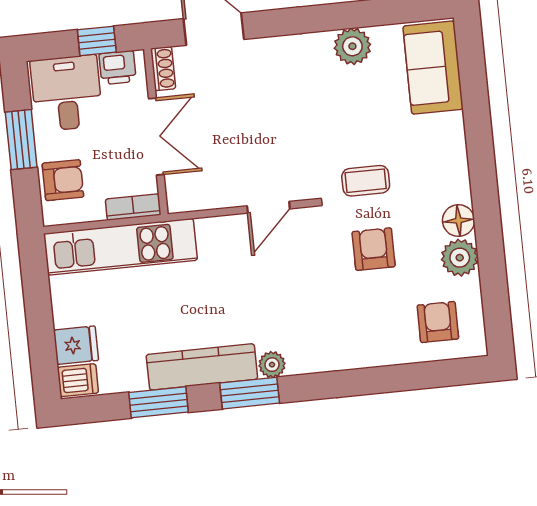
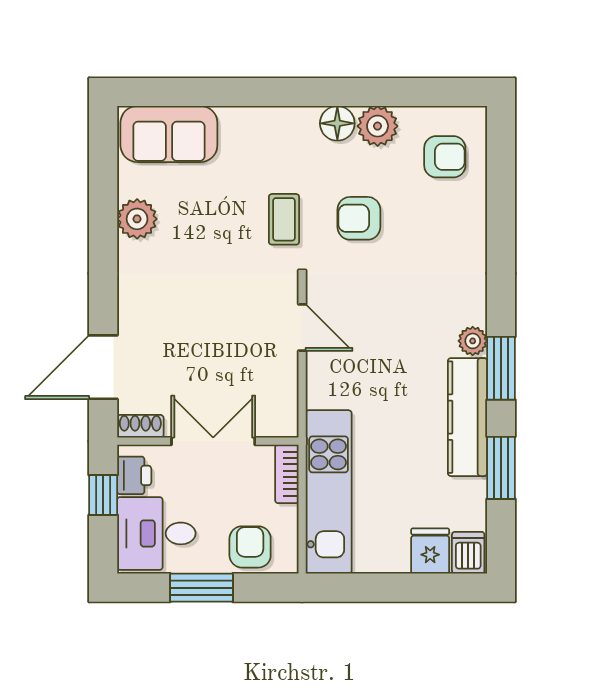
armchair: (438, 322) -> (445, 157), turned 180

